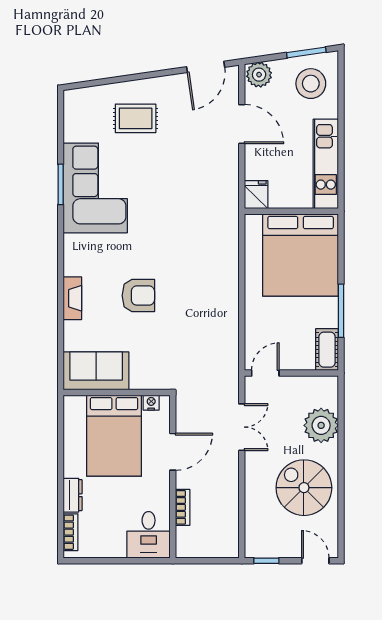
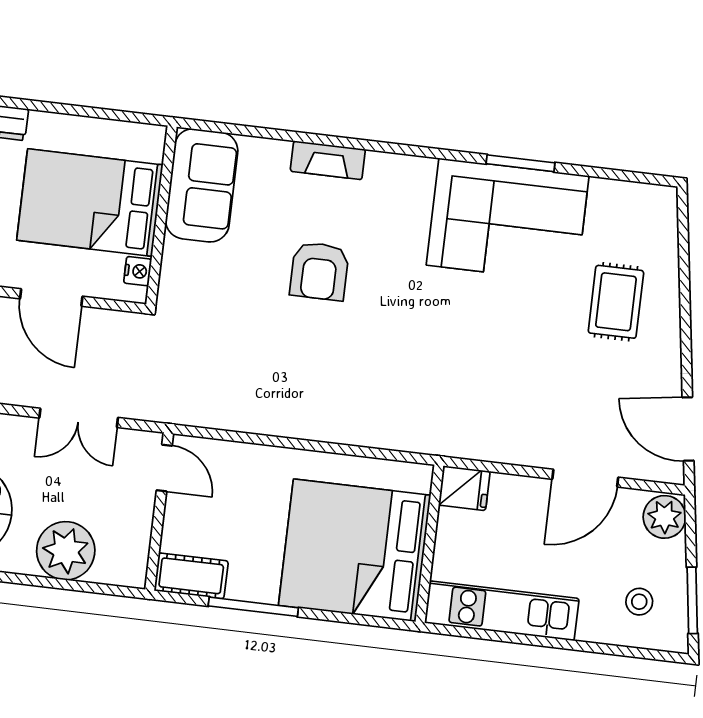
stool: (311, 84) -> (639, 602), width x0.53, depth x0.53

